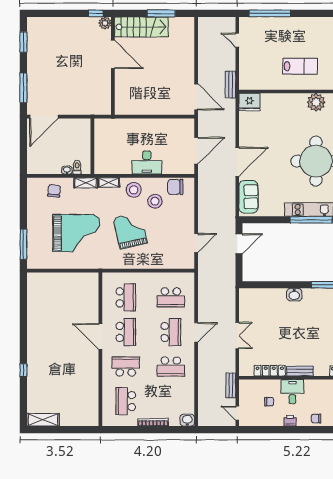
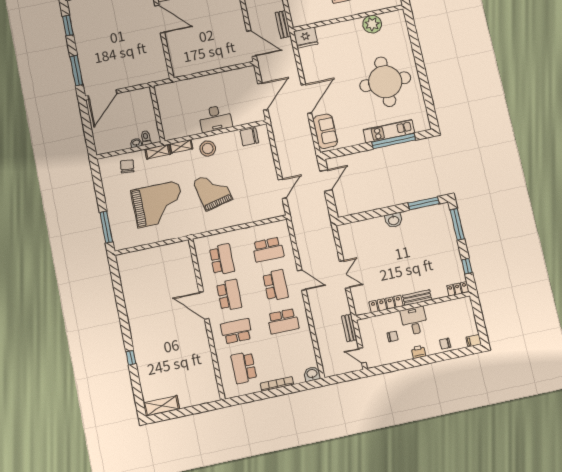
stool: (155, 201) -> (232, 155), removed
door: (196, 332) -> (302, 280), hinge flipped

